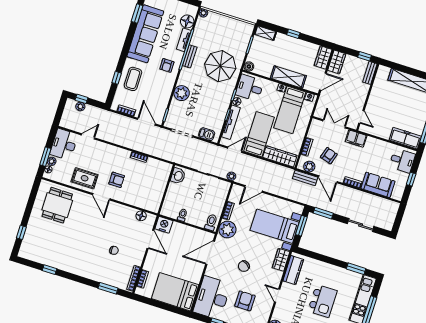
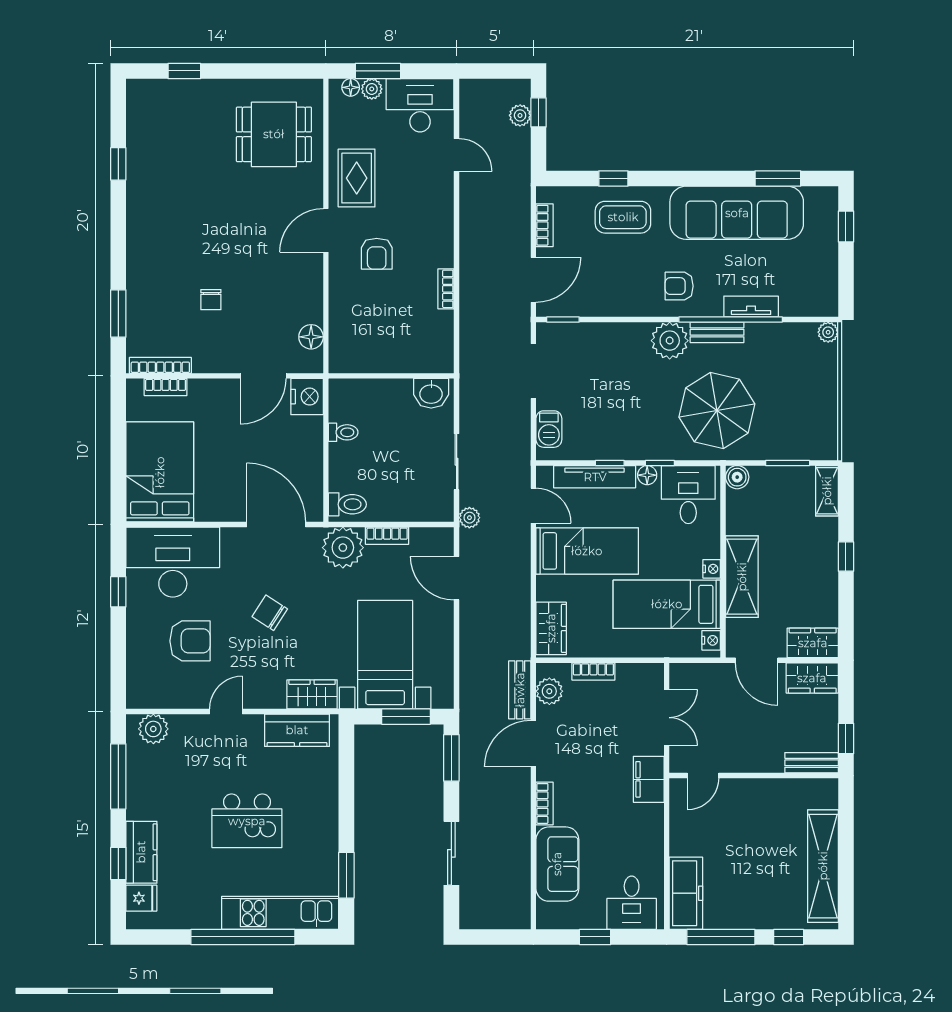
floor lamp: (187, 21) -> (796, 301), removed
plant: (182, 93) -> (670, 341), moved
wardrobe: (280, 156) -> (551, 628), width x0.67
armchair: (329, 156) -> (589, 729), removed

